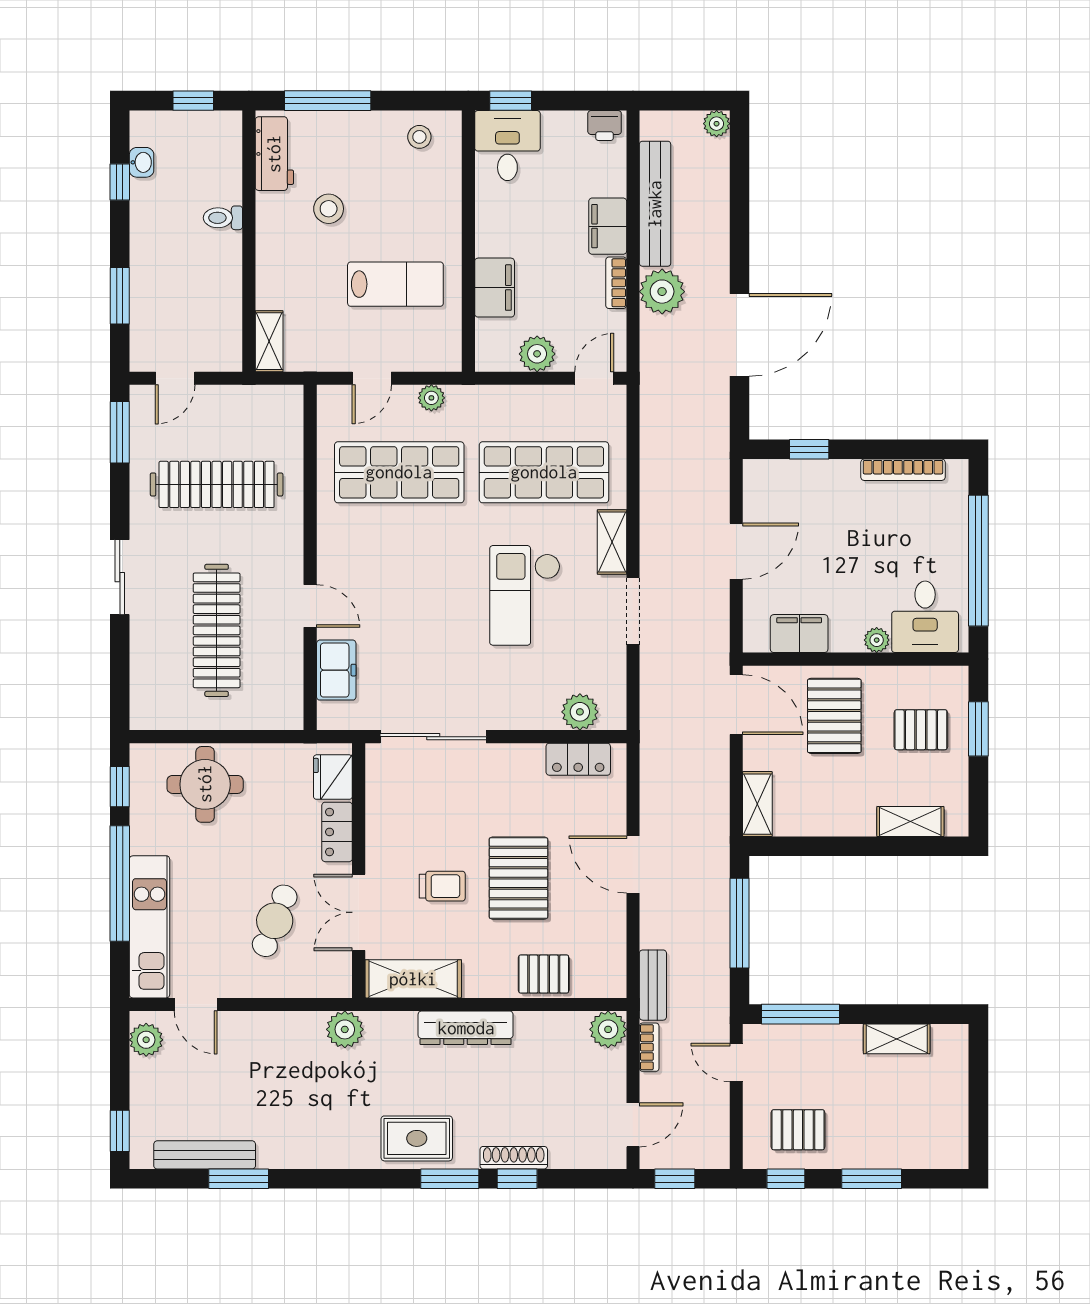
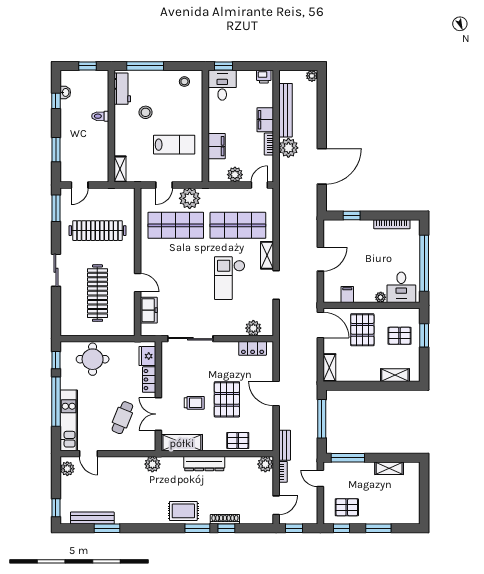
plant: (431, 398) -> (190, 198), width x1.88, depth x1.88
filing cabinet: (799, 634) -> (347, 294), width x0.50

